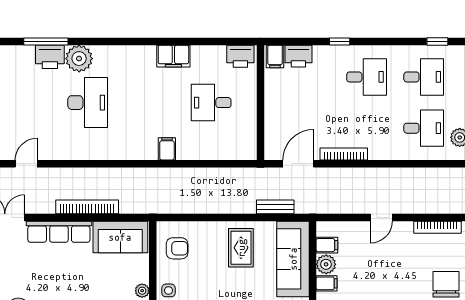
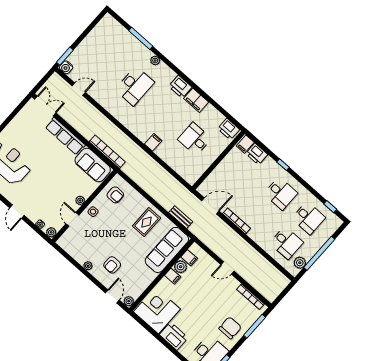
printer: (50, 57) -> (180, 87), moved
plant: (79, 59) -> (155, 61), width x0.53, depth x0.53
bookcase: (87, 207) -> (107, 152), moved

